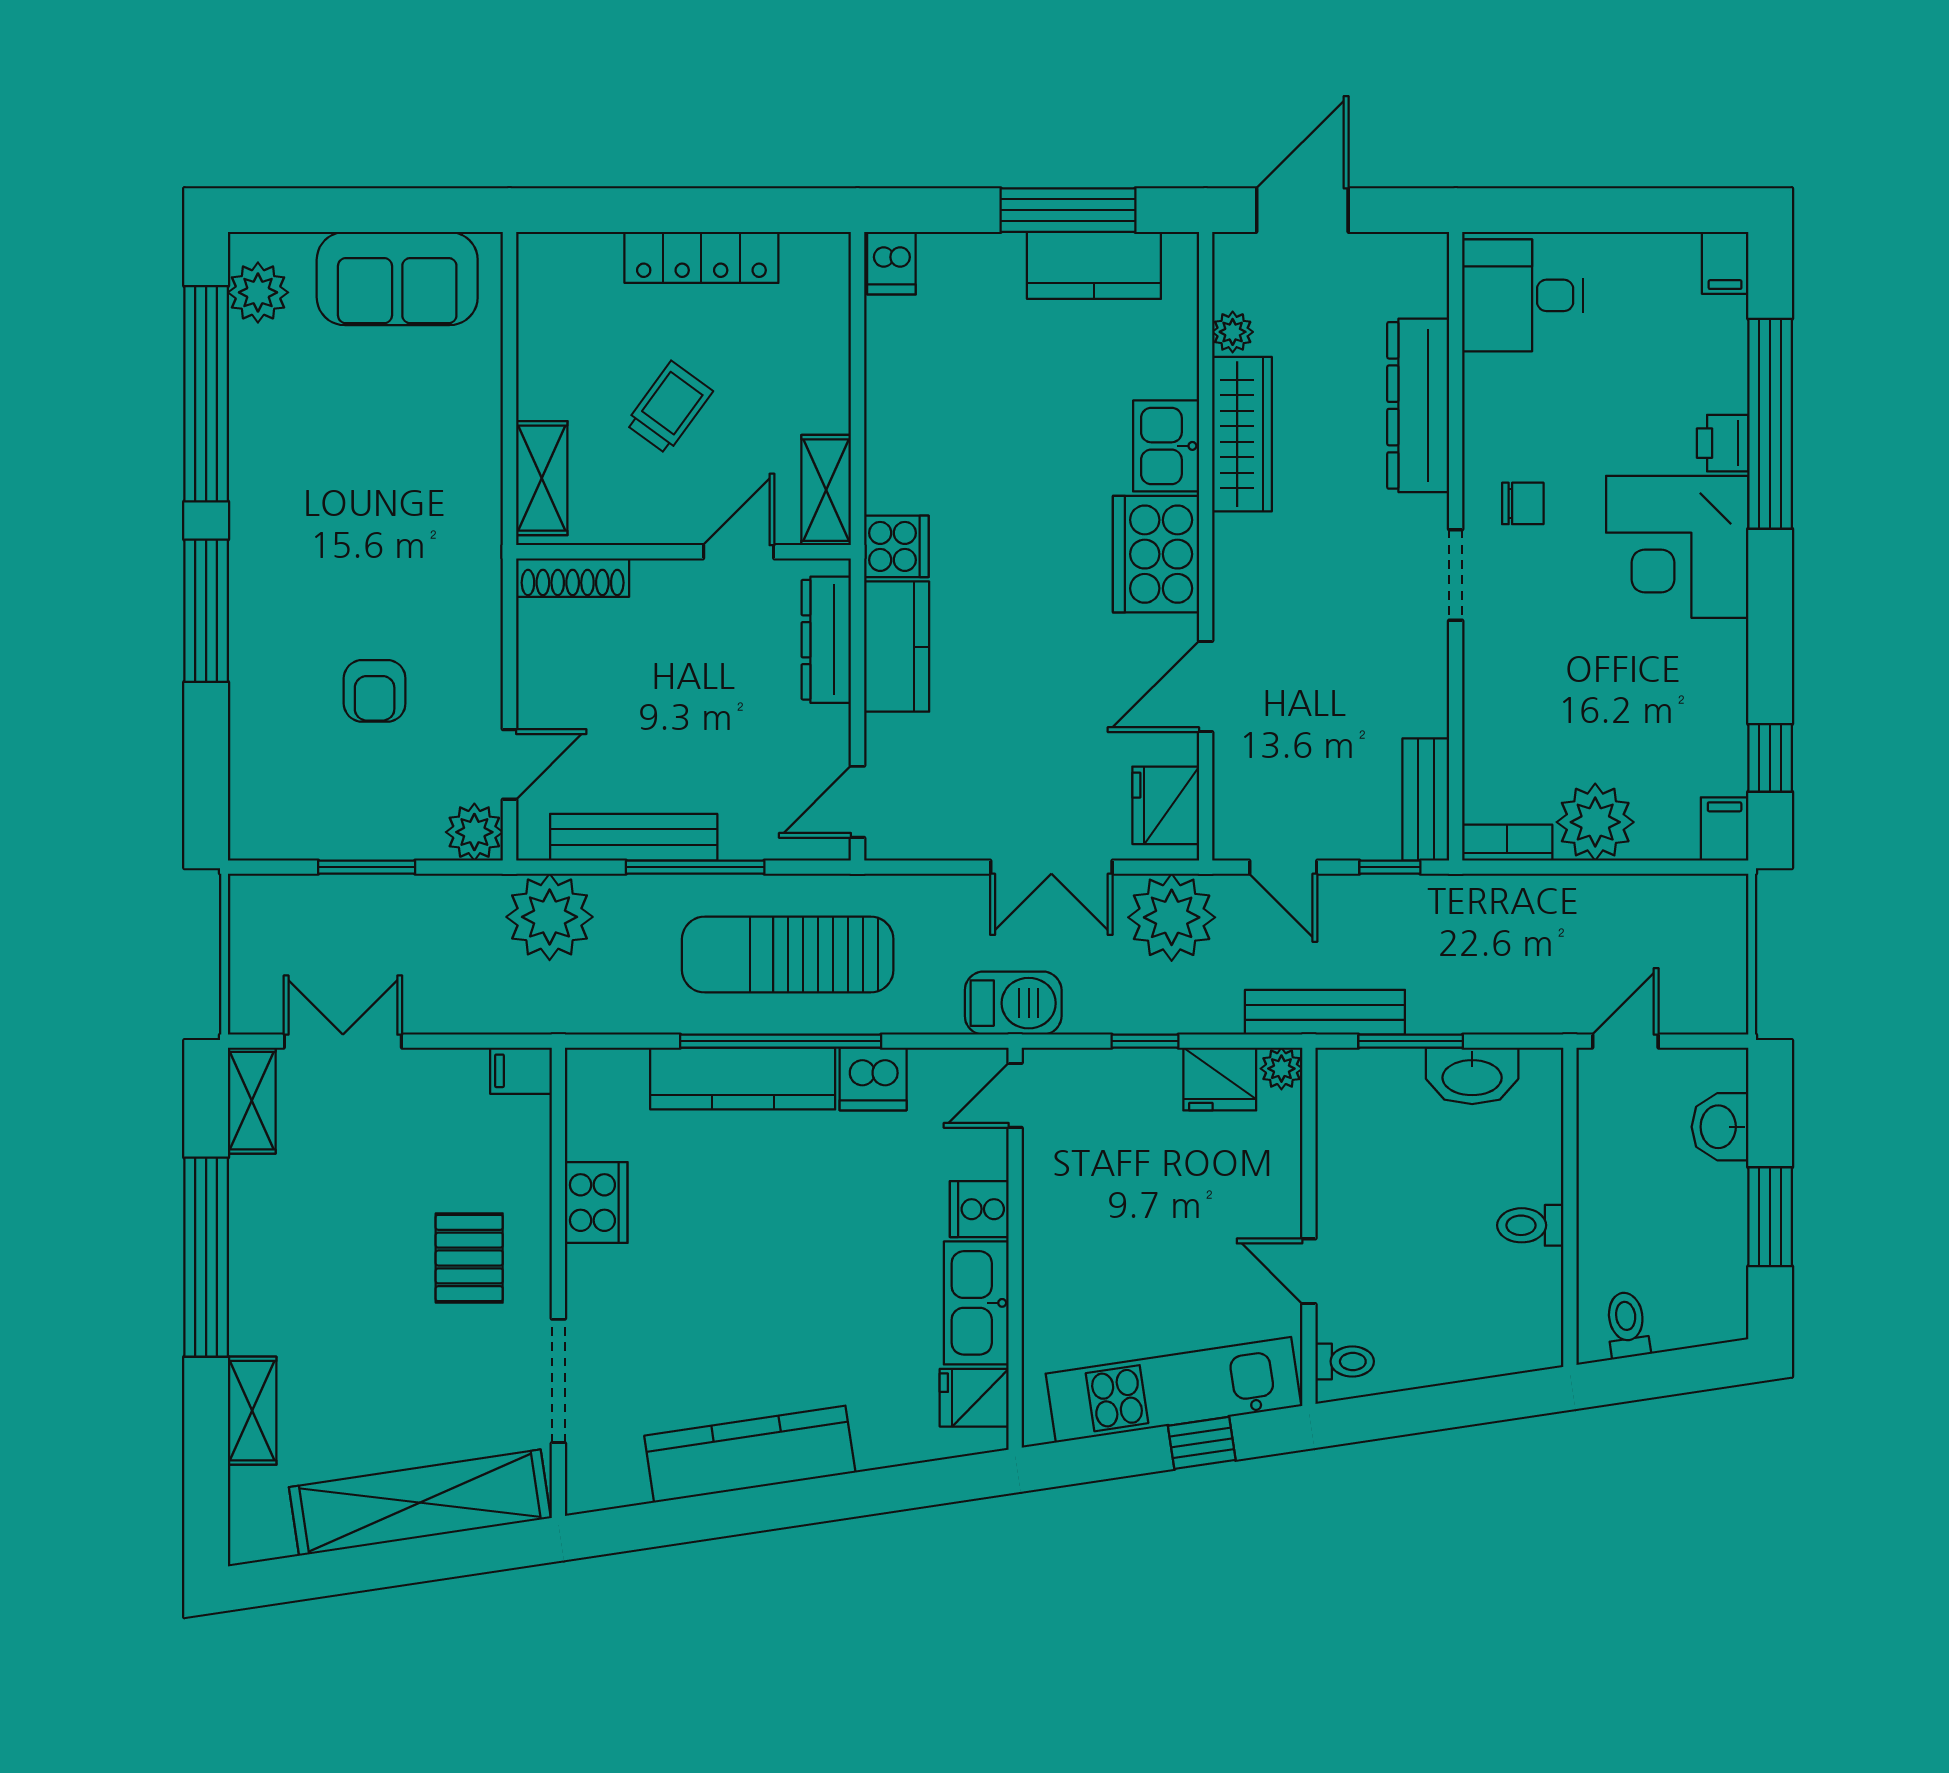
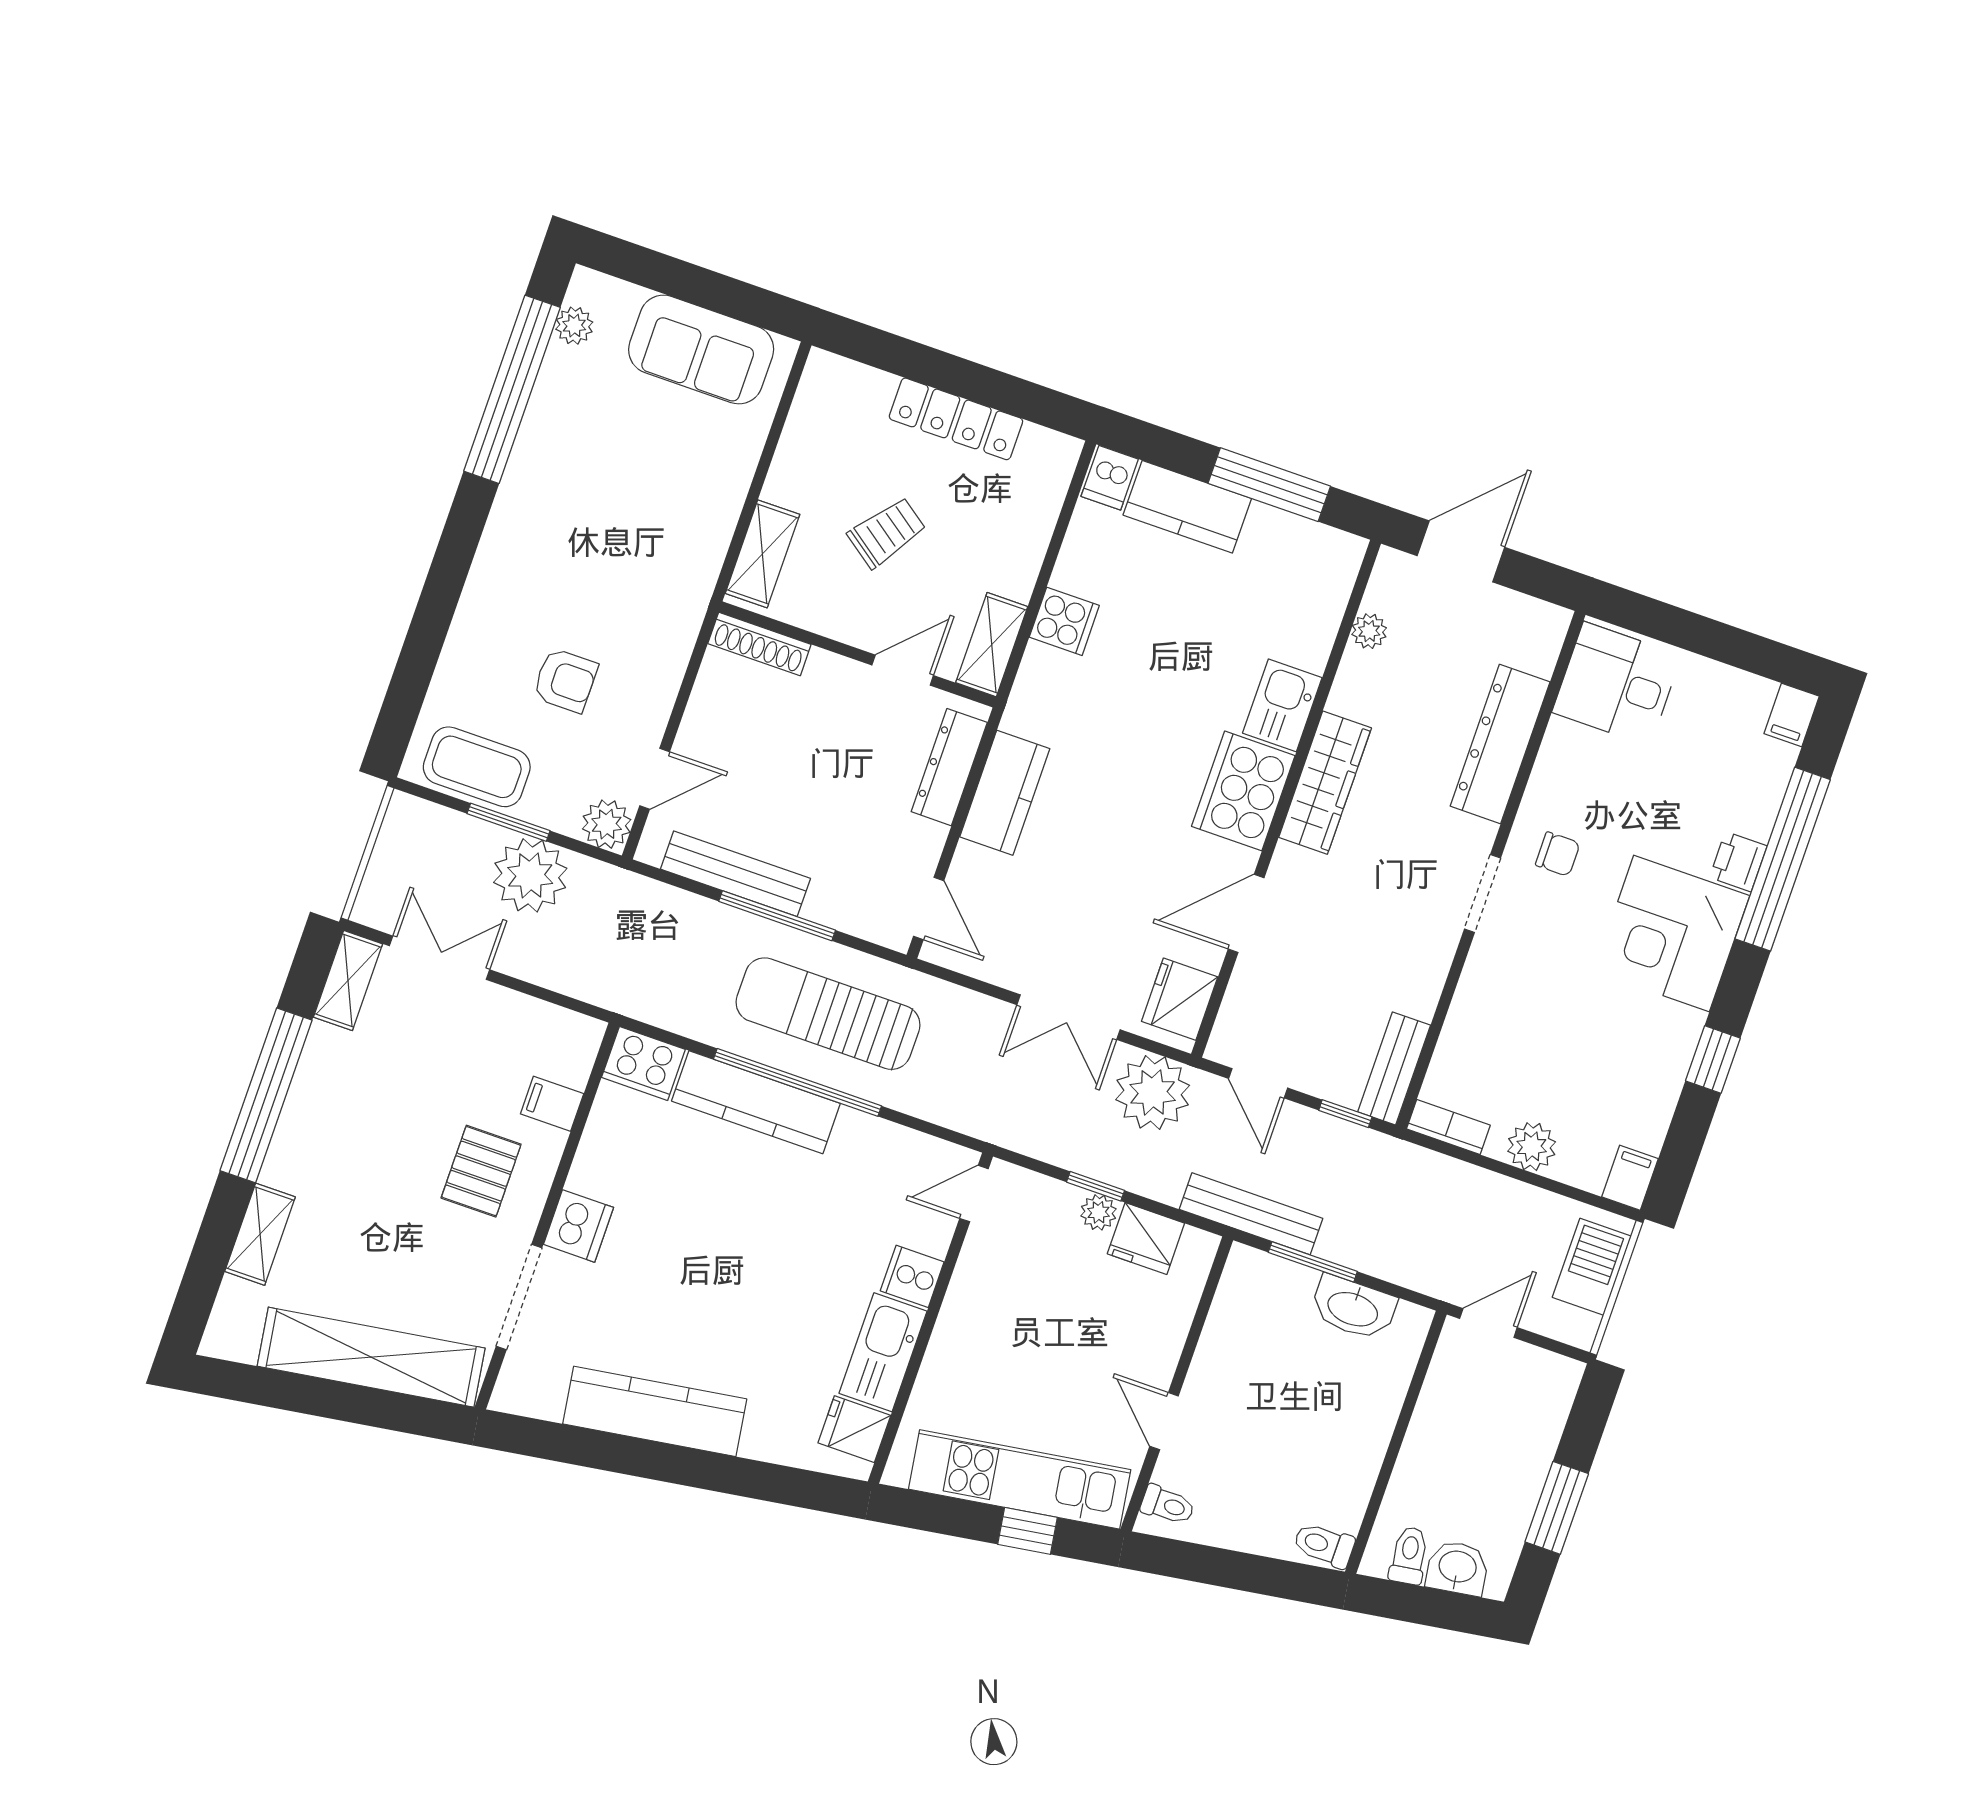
kitchen counter: (1094, 265) -> (1187, 507), moved
plant: (258, 292) -> (574, 326), width x0.73, depth x0.73
wardrobe: (1242, 434) -> (1325, 783), moved
cooker: (896, 546) -> (1064, 621), moved
window: (206, 611) -> (450, 567), removed
armchair: (375, 691) -> (565, 680), turned -90
window: (1770, 758) -> (1713, 1059), moved
door: (858, 802) -> (929, 909), swing flipped
coffee table: (311, 819) -> (477, 767), added
plant: (1595, 822) -> (1532, 1147), width x0.73, depth x0.73
plant: (550, 917) -> (530, 875), moved
barbecue: (1013, 1003) -> (1592, 1267), moved, turned -90
plant: (1281, 1069) -> (1098, 1212), moved
filing cabinet: (521, 1071) -> (552, 1104), moved
dishwasher: (873, 1079) -> (579, 1226), moved, turned -90
washbasin: (1720, 1127) -> (1457, 1568), moved, turned 81
cooker: (596, 1203) -> (643, 1063), moved, turned 90
toilet: (1530, 1225) -> (1324, 1545), moved

